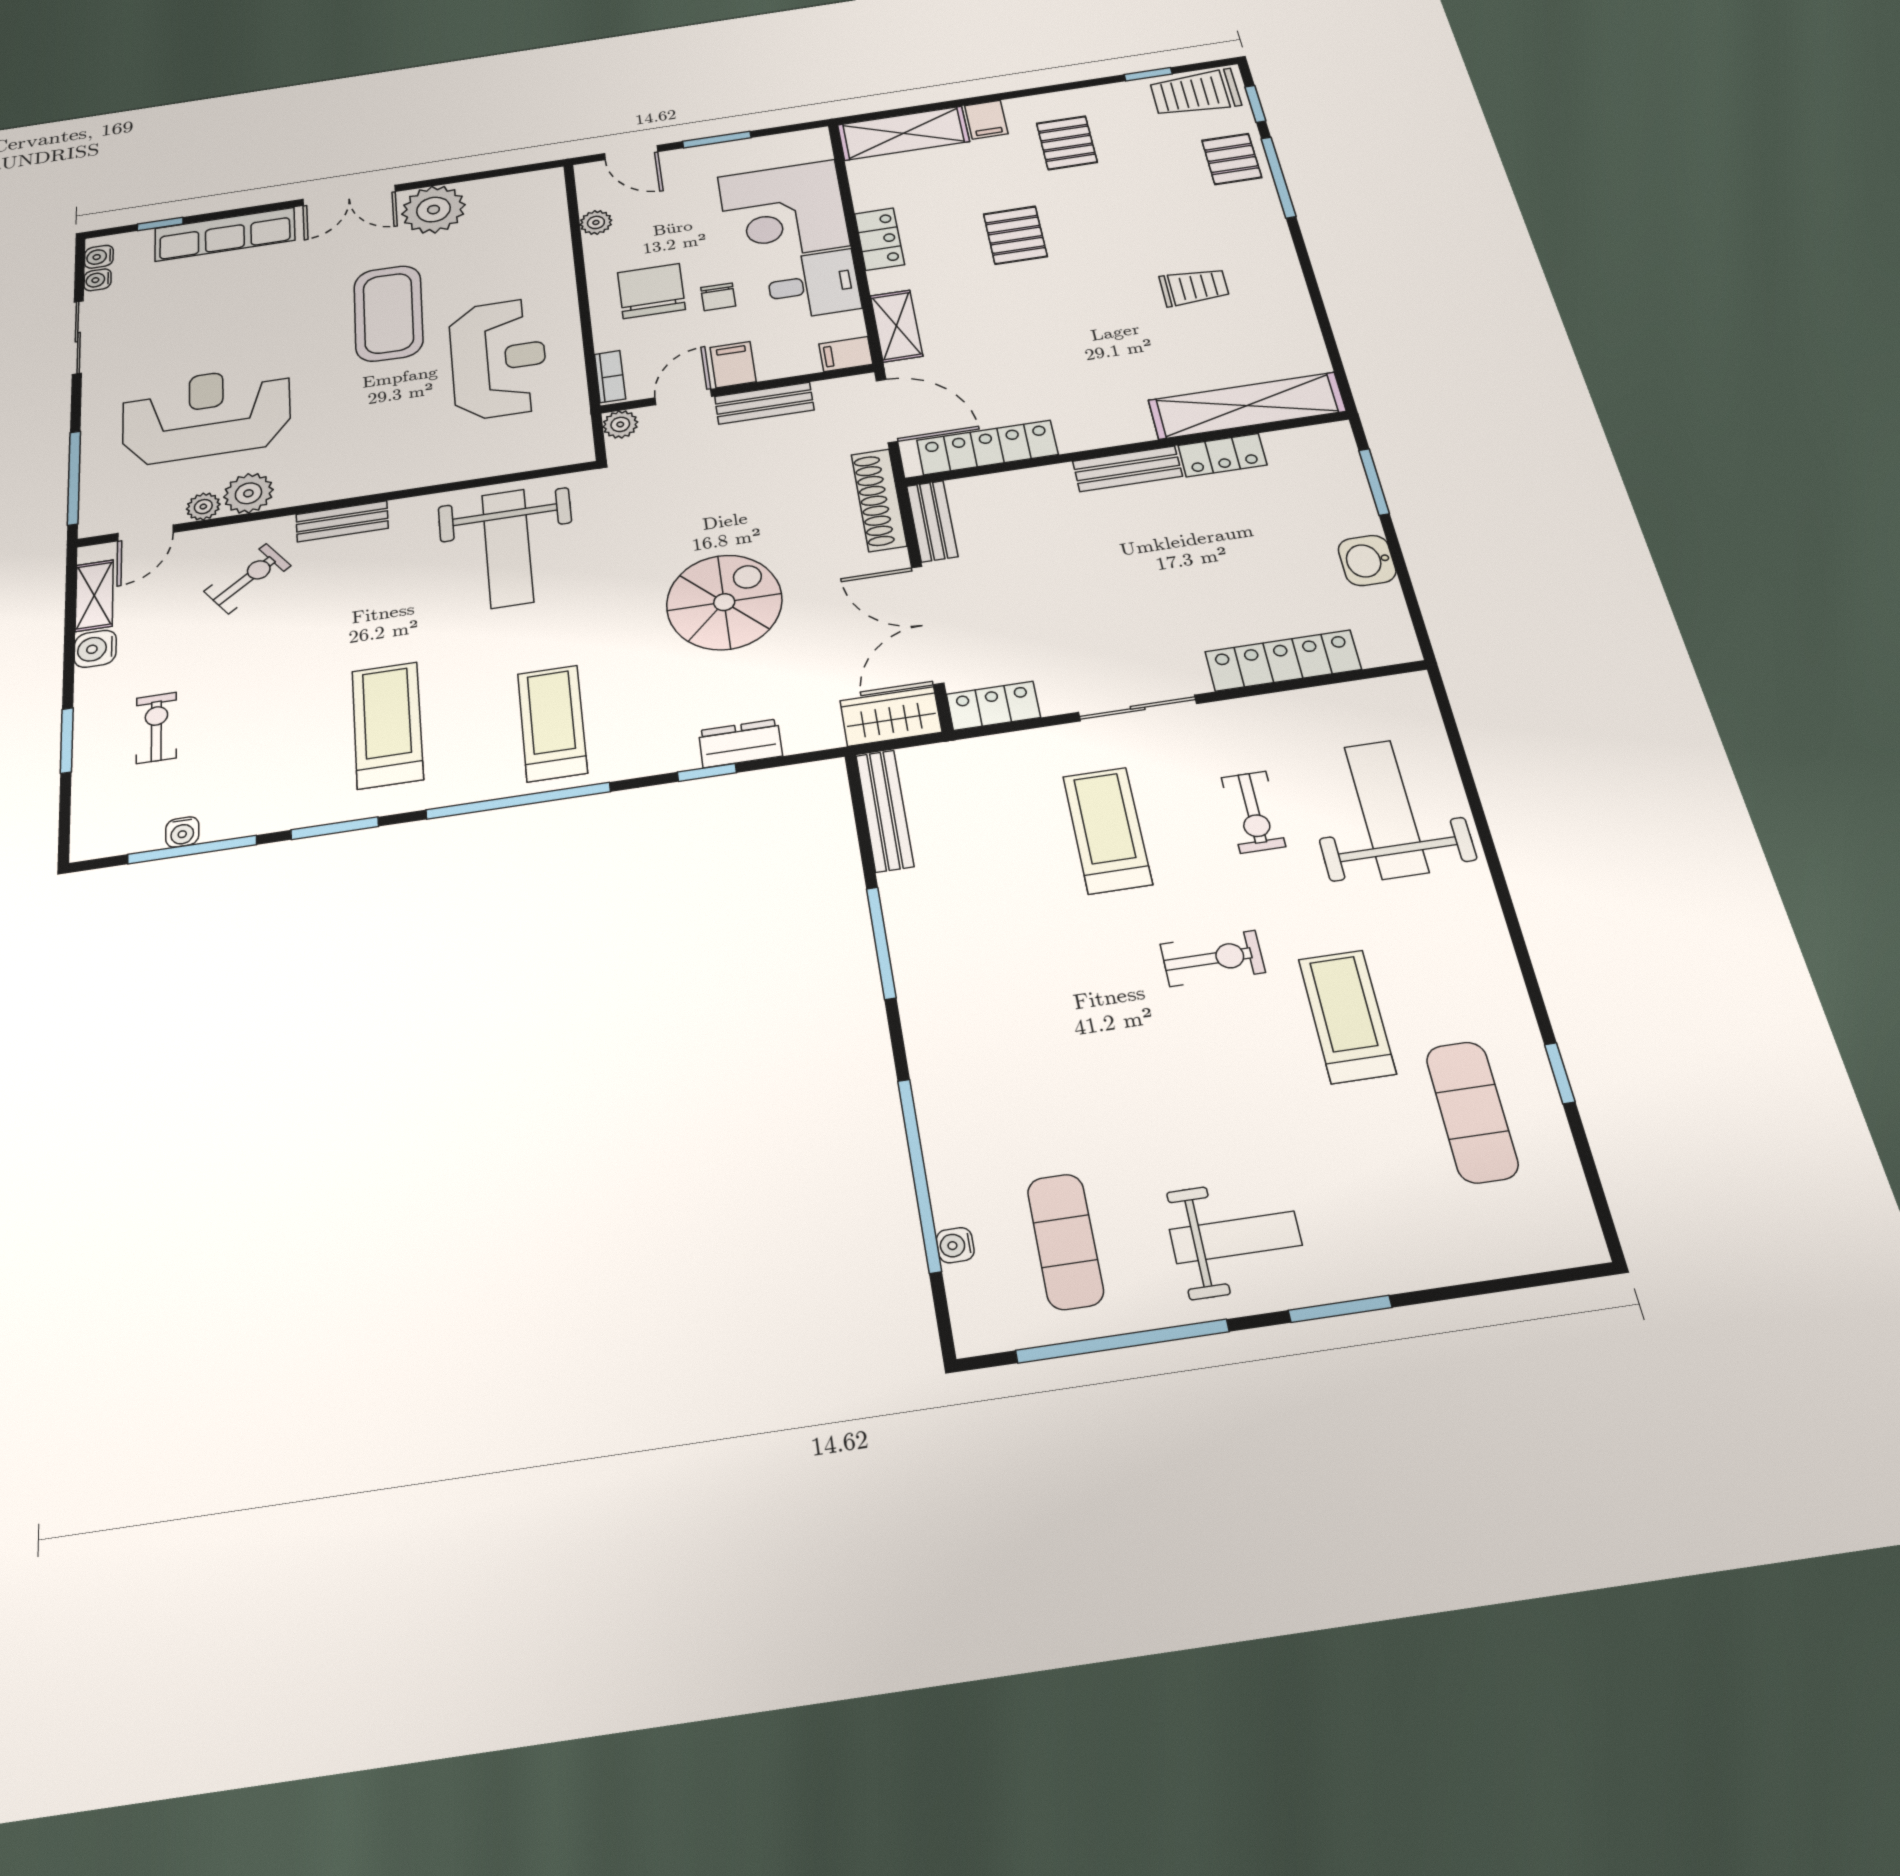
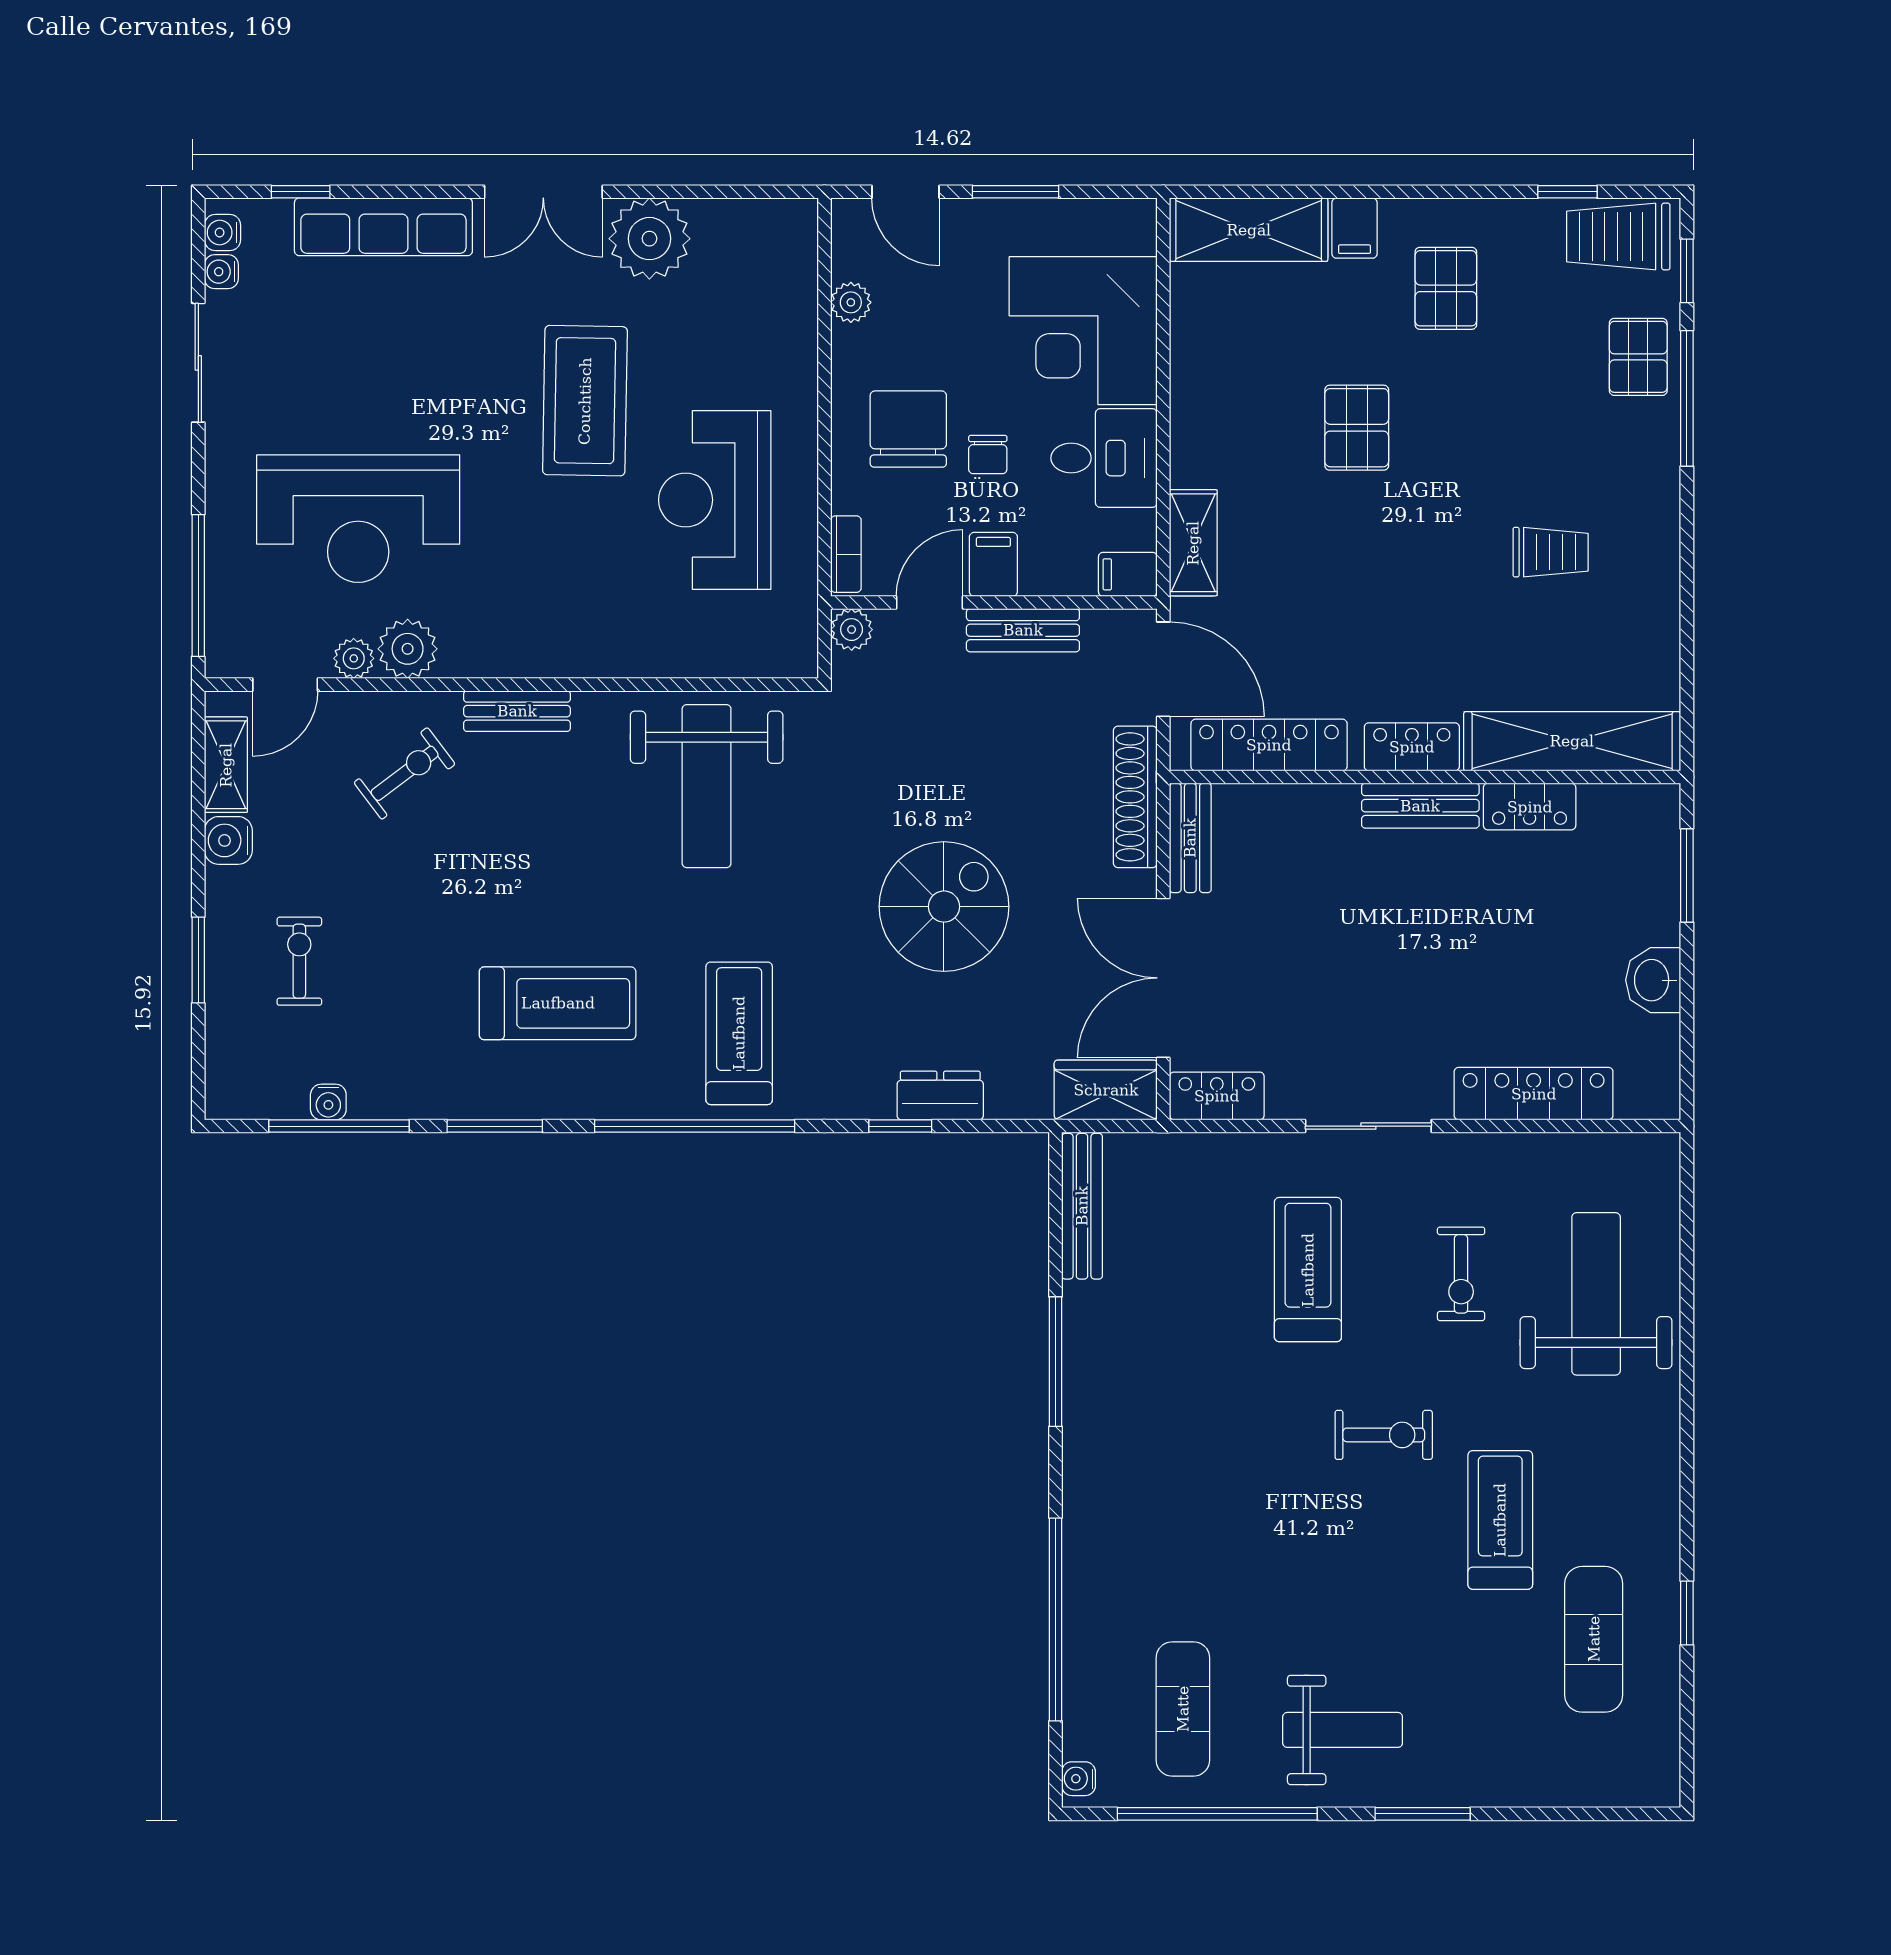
locker: (879, 239) -> (1412, 747), moved, turned -90
reception desk: (498, 359) -> (715, 500), turned 180
reception desk: (206, 415) -> (358, 519), turned 180
treadmill: (387, 725) -> (558, 1003), turned 90
water cooler: (955, 1245) -> (1079, 1779), moved

